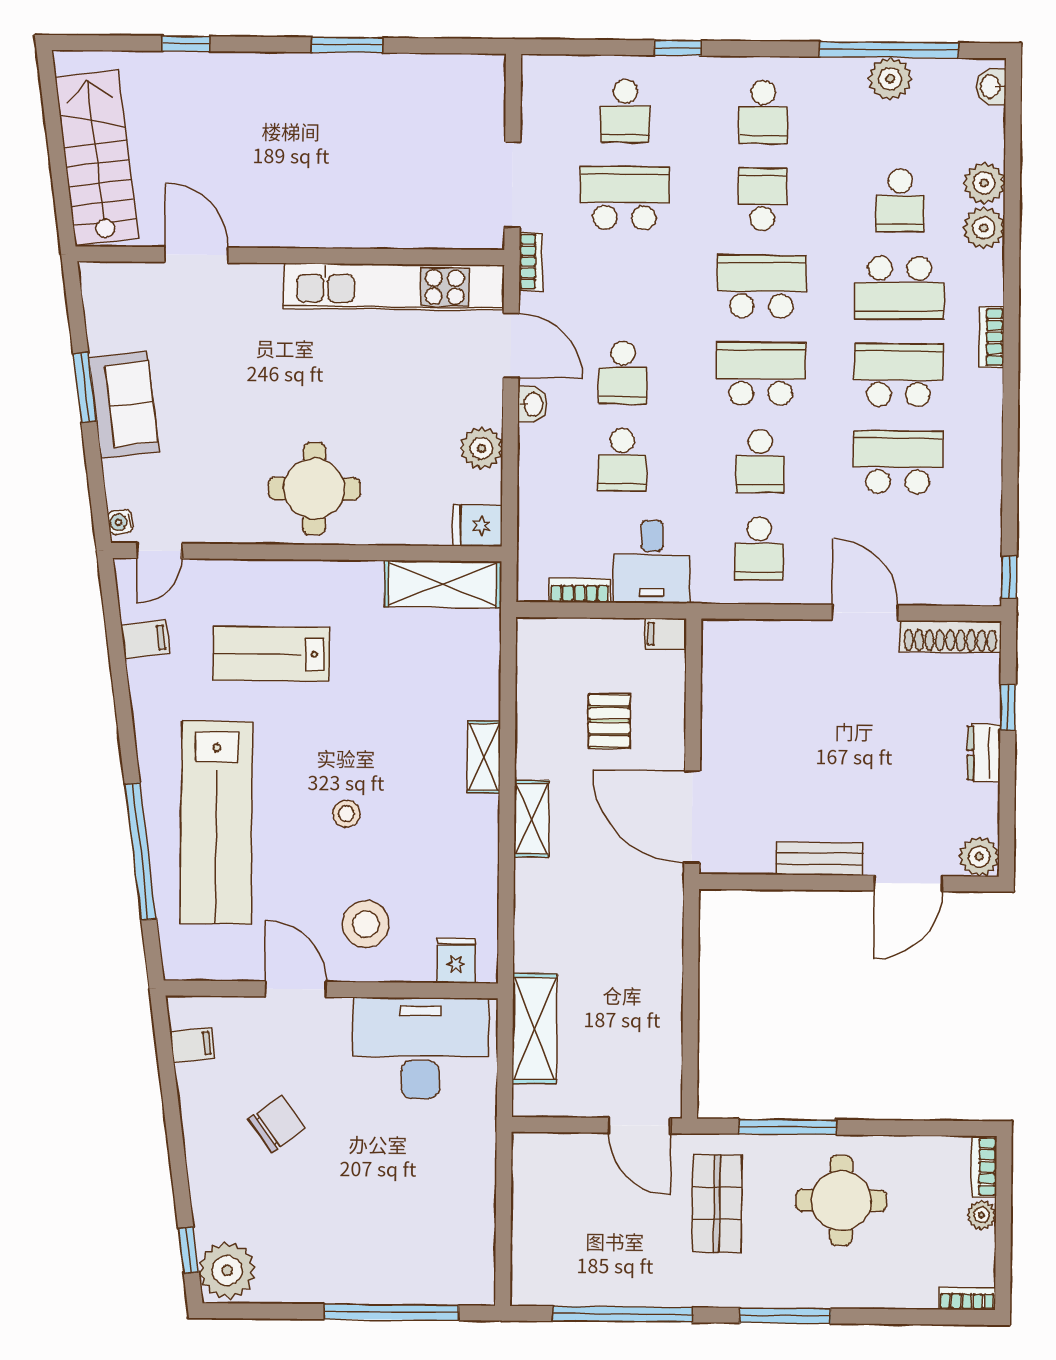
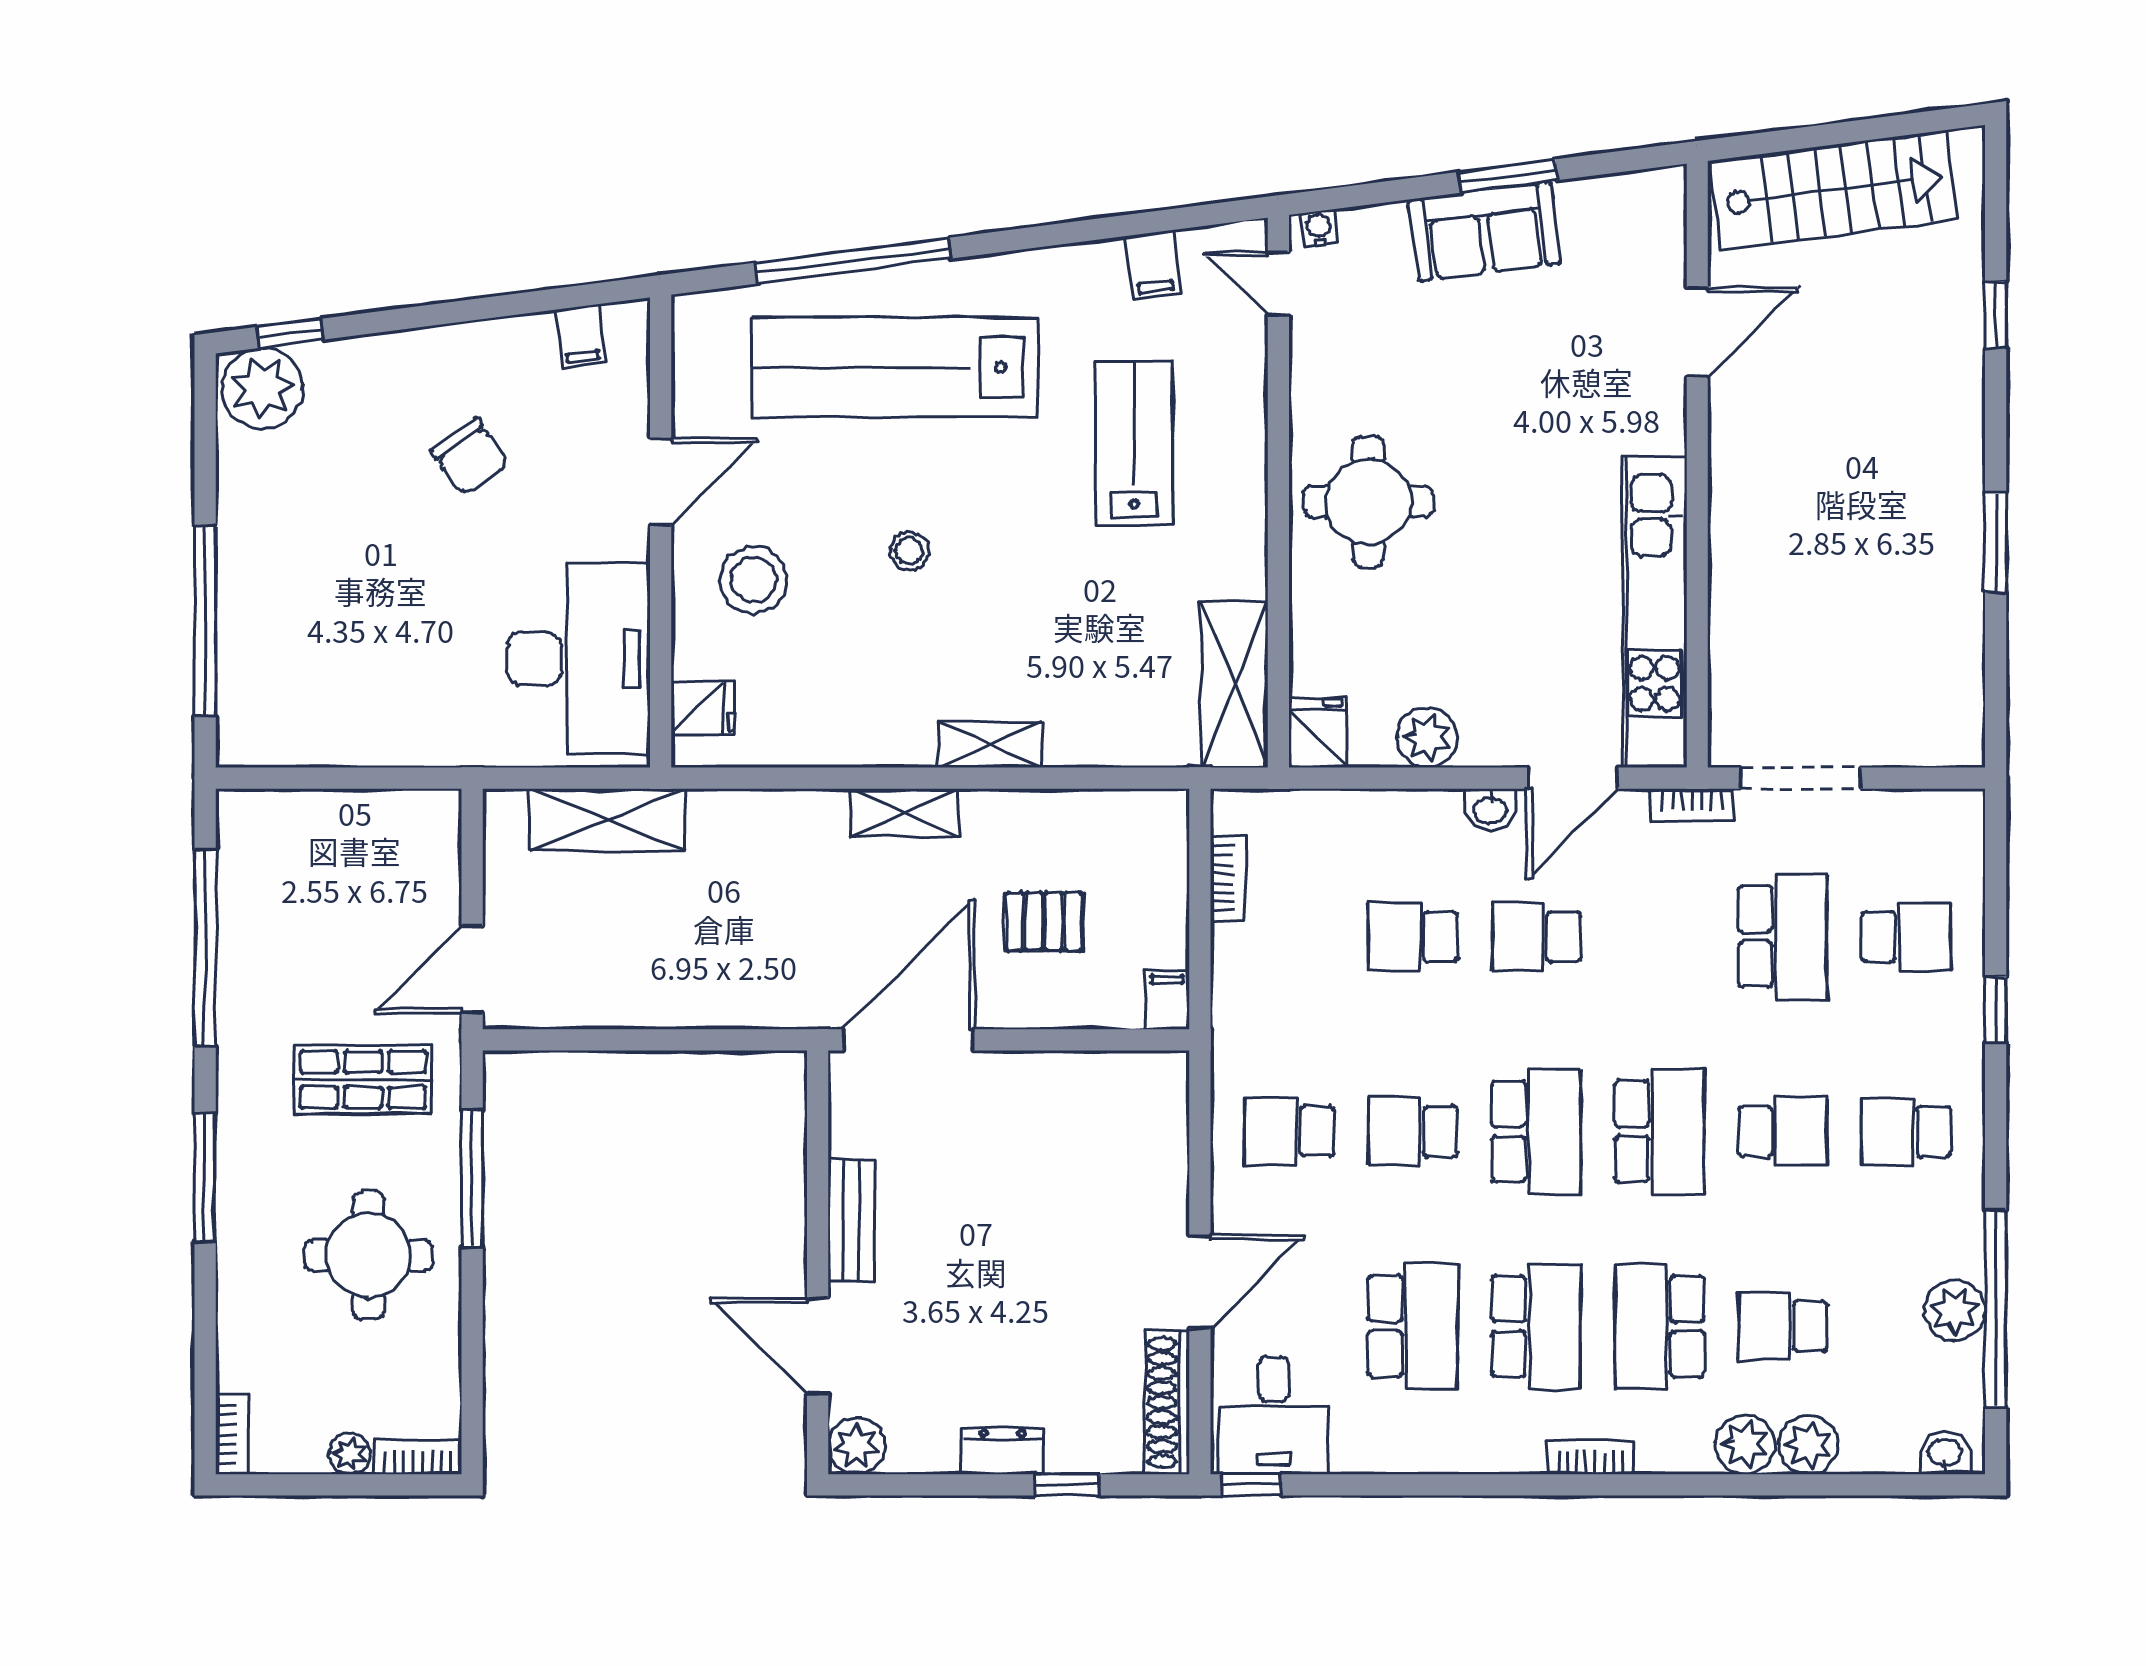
school desk: (625, 111) -> (1906, 937), turned 180
desk: (652, 562) -> (1274, 1416), moved, turned -90

